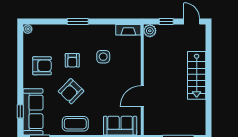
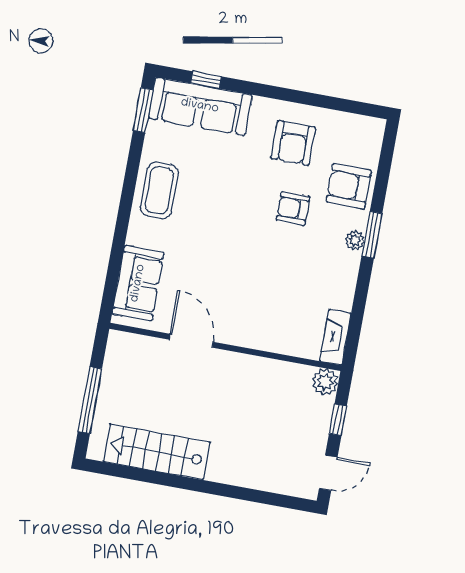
plant: (28, 29) -> (355, 240), moved
side table: (103, 57) -> (289, 274), removed
stairs: (197, 75) -> (157, 452), moved
armchair: (71, 91) -> (349, 186), moved, turned -44

